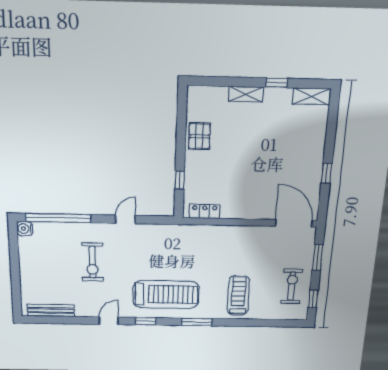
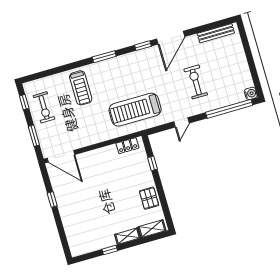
shelving: (311, 96) -> (152, 229), moved
treadmill: (166, 294) -> (135, 110), moved
door: (109, 321) -> (171, 38), width x1.87

